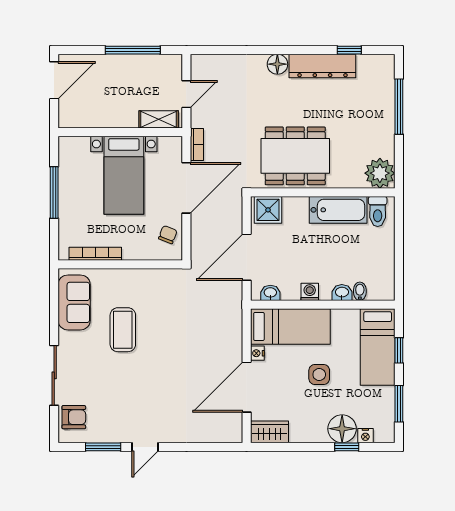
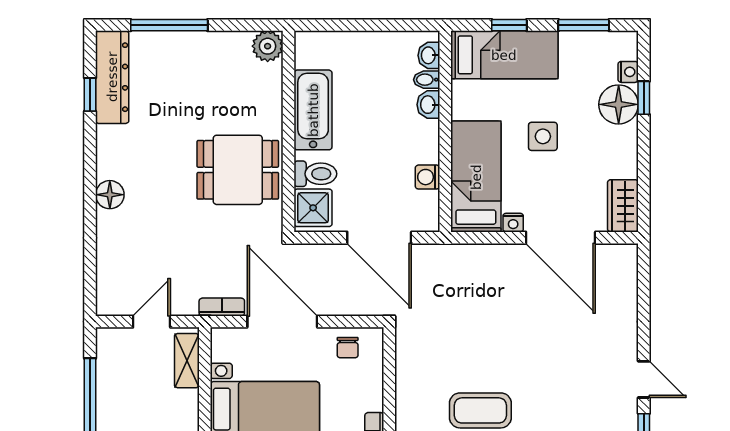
dresser: (322, 66) -> (112, 77), moved
door: (186, 94) -> (152, 322), hinge flipped
dining table: (295, 156) -> (238, 170), width x0.73
plant: (380, 173) -> (268, 46), width x0.73, depth x0.73
toilet: (378, 212) -> (315, 174), moved
chair: (168, 235) -> (348, 348), turned -111
washing machine: (310, 292) -> (428, 177), moved
washbasin: (270, 293) -> (429, 55), moved

